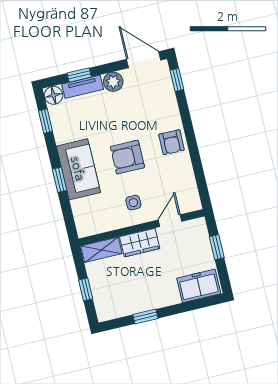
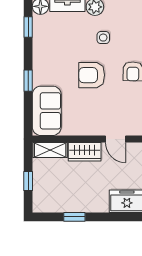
sofa: (78, 169) -> (47, 111), moved
side table: (133, 203) -> (103, 38), moved
door: (170, 221) -> (115, 139), swing flipped

